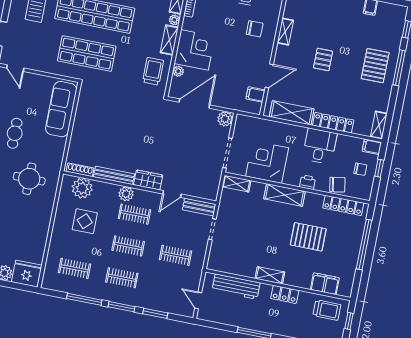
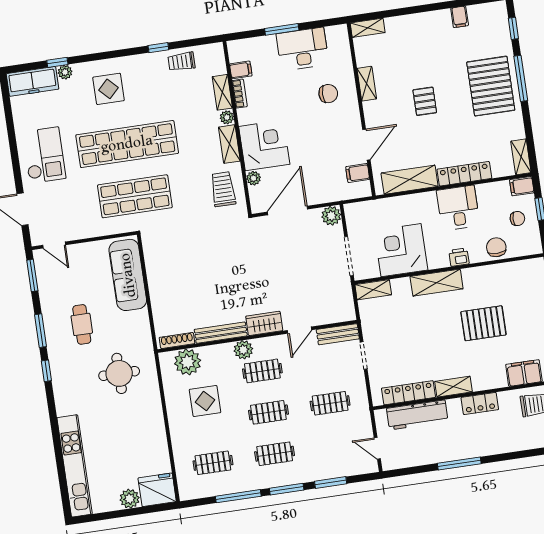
pallet: (375, 66) -> (491, 86), width x1.37, depth x1.41
chair: (337, 185) -> (496, 247), turned -80
locker: (343, 205) -> (409, 393), moved, turned 180

